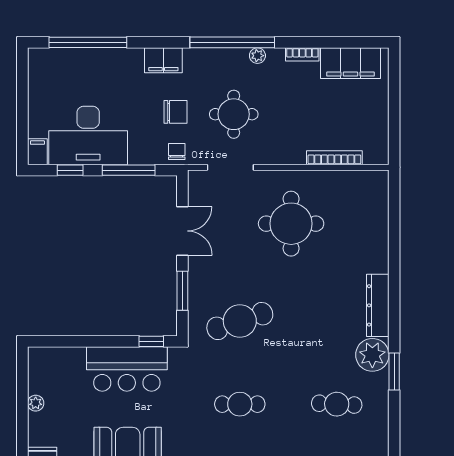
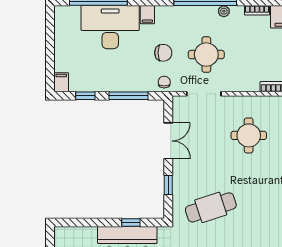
filing cabinet: (163, 60) -> (147, 15), width x0.50
desk: (88, 135) -> (110, 27), moved, turned 180
round table: (291, 224) -> (249, 135), width x0.73, depth x0.73
window: (182, 291) -> (168, 185), width x0.67
window: (151, 341) -> (131, 223), moved

